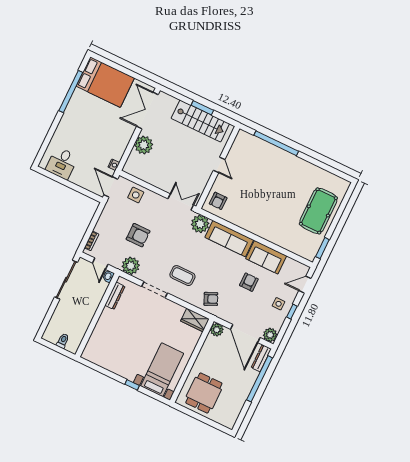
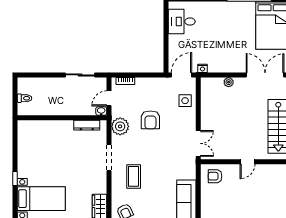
plant: (144, 145) -> (229, 82), width x0.53, depth x0.53
plant: (200, 224) -> (187, 170), removed
sliding door: (66, 280) -> (80, 75), width x0.73

